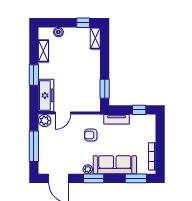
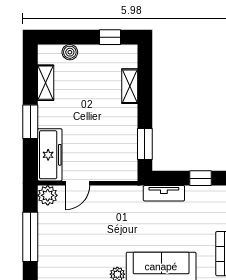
shelving: (95, 38) -> (130, 86), moved
armchair: (91, 135) -> (122, 219), removed

